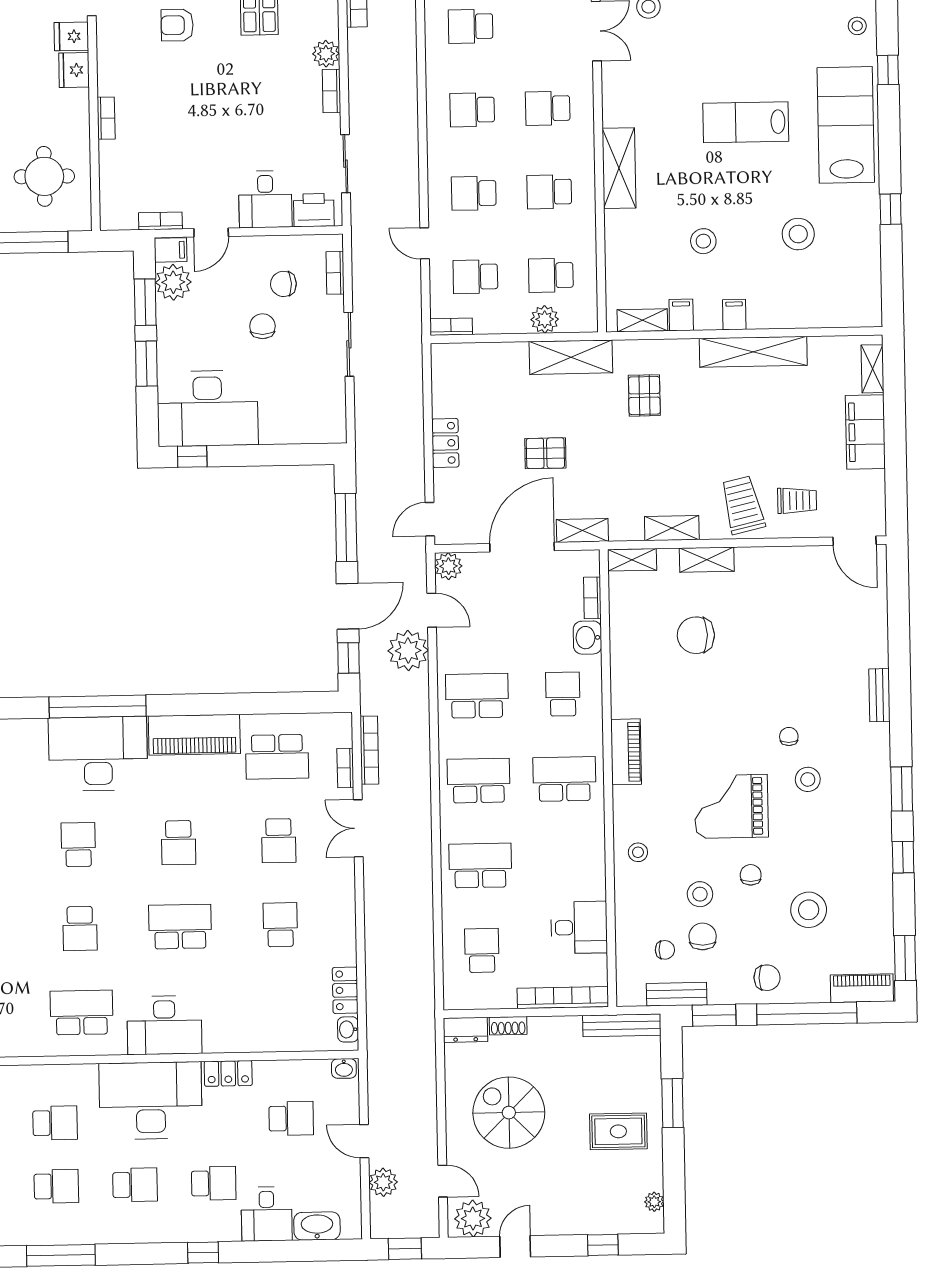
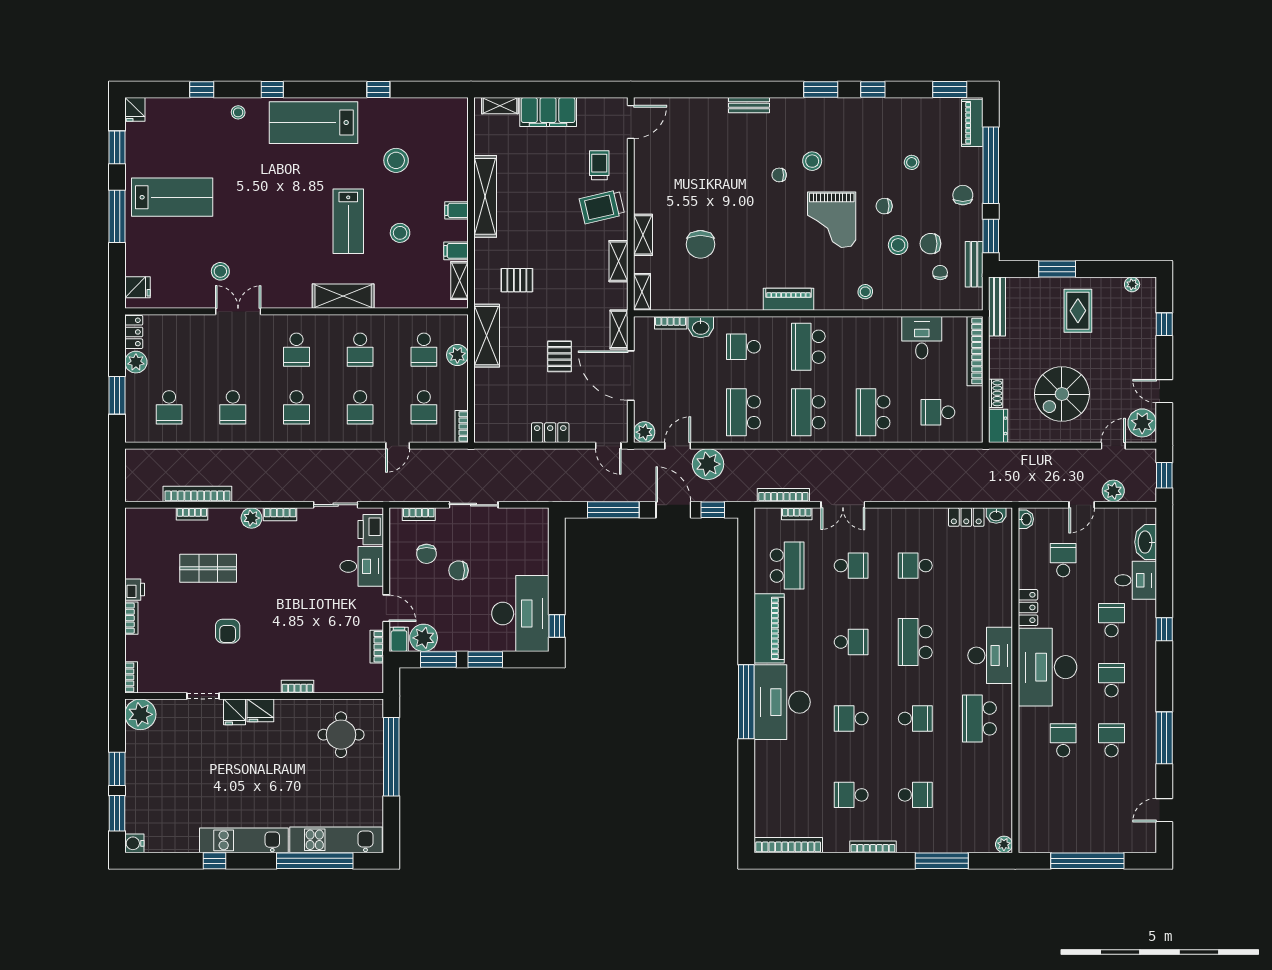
lab bench: (746, 122) -> (348, 221), moved
stool: (809, 910) -> (912, 162), width x0.53, depth x0.53

